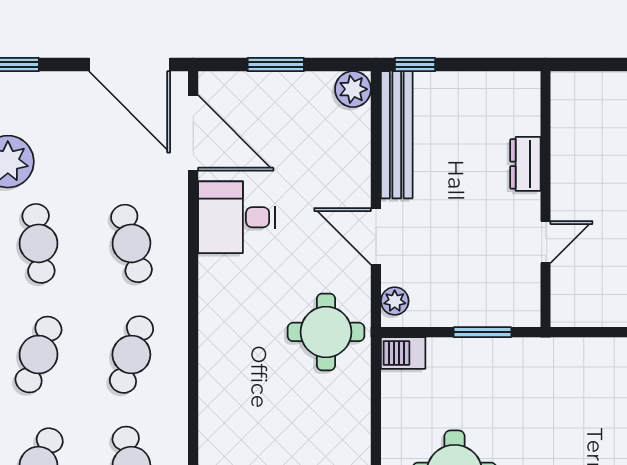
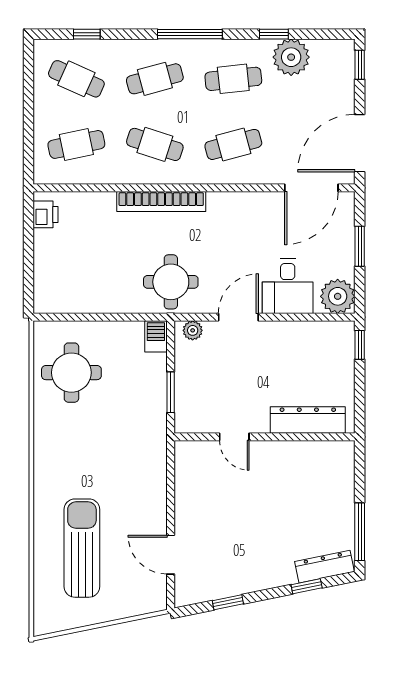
plant: (353, 89) -> (338, 296), width x1.36, depth x1.36
bench: (397, 135) -> (310, 332), removed
dresser: (525, 164) -> (308, 420), width x1.96, depth x1.24
desk: (237, 217) -> (288, 286), moved, turned 180
bookcase: (212, 346) -> (161, 202), added
cafe table: (38, 355) -> (155, 79), turned -36

